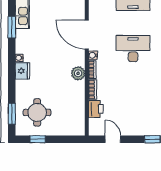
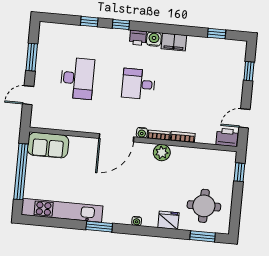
desk: (133, 49) -> (138, 84), width x0.73
fridge: (22, 71) -> (168, 220), moved
printer: (96, 109) -> (227, 137), moved
window: (38, 139) -> (239, 172), moved

